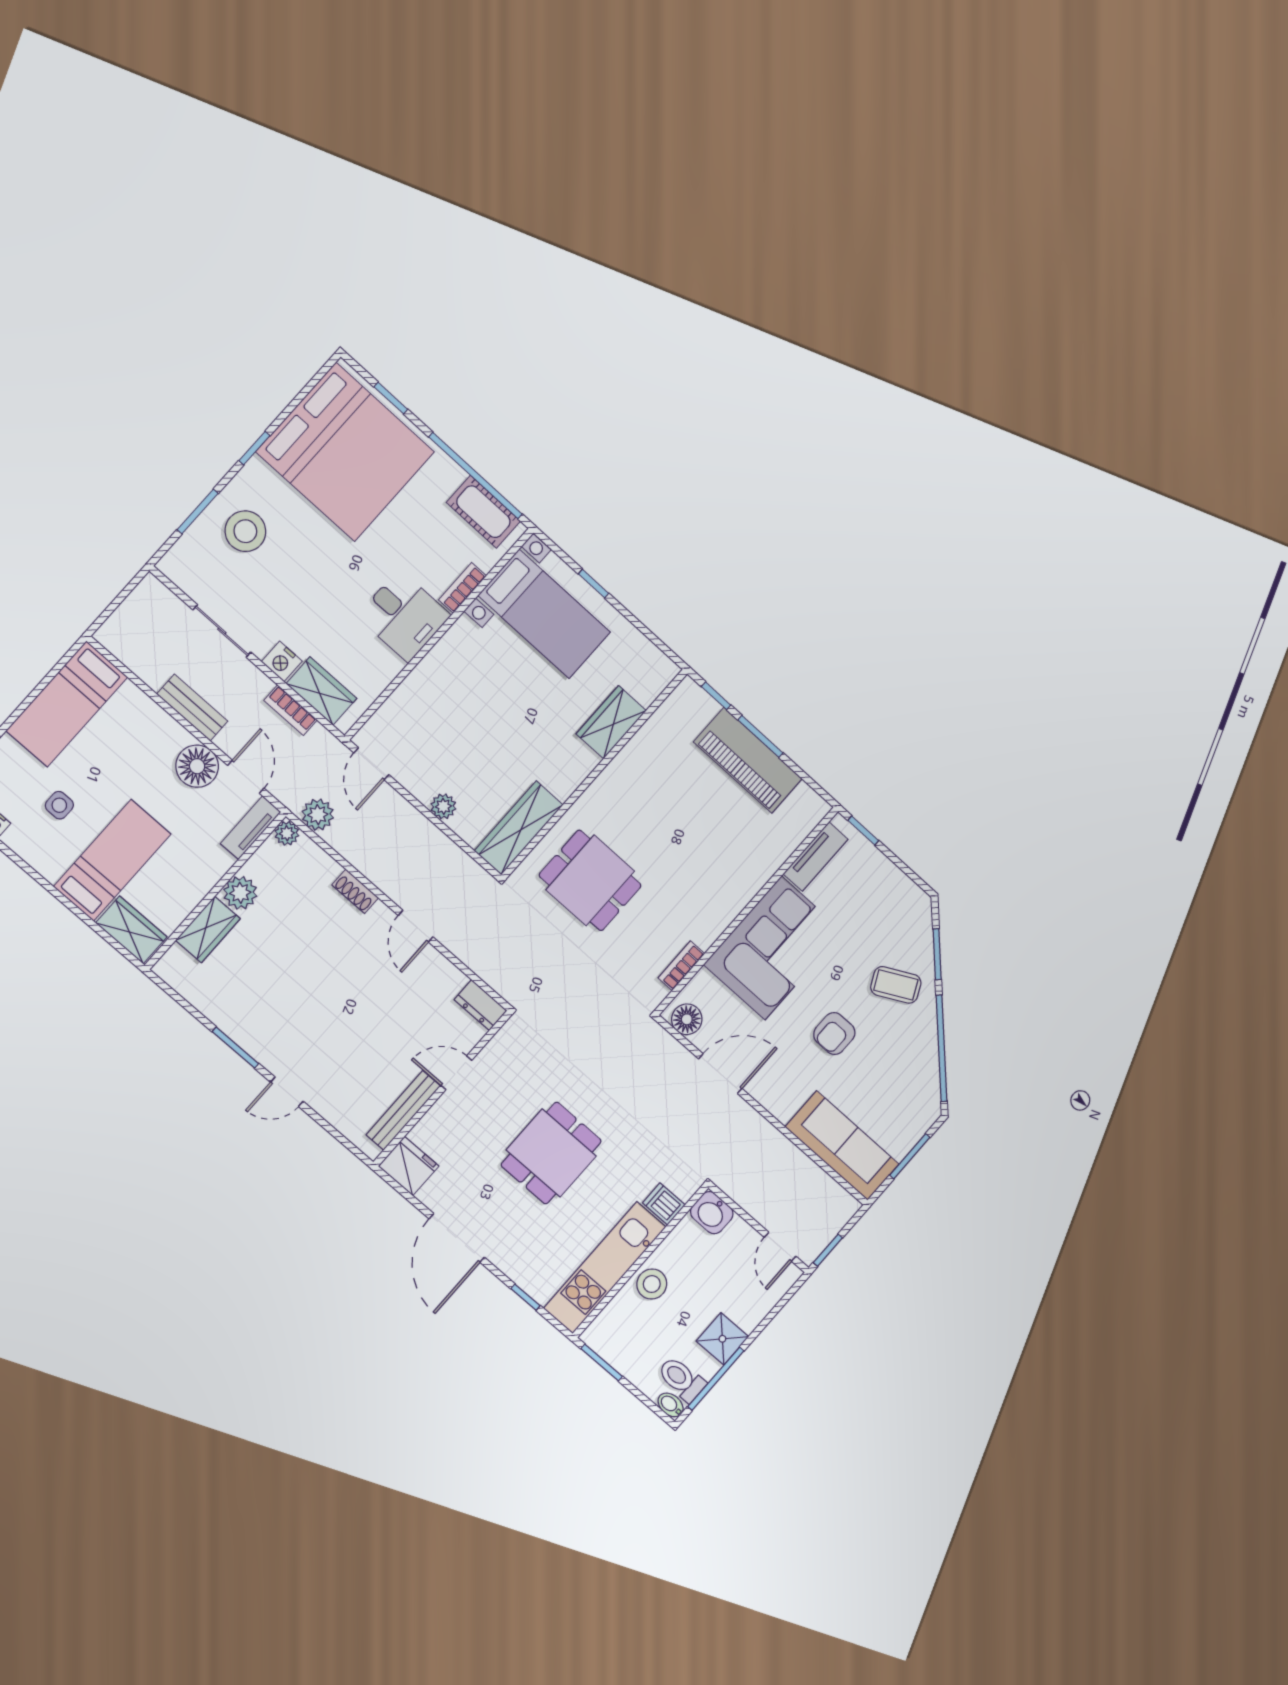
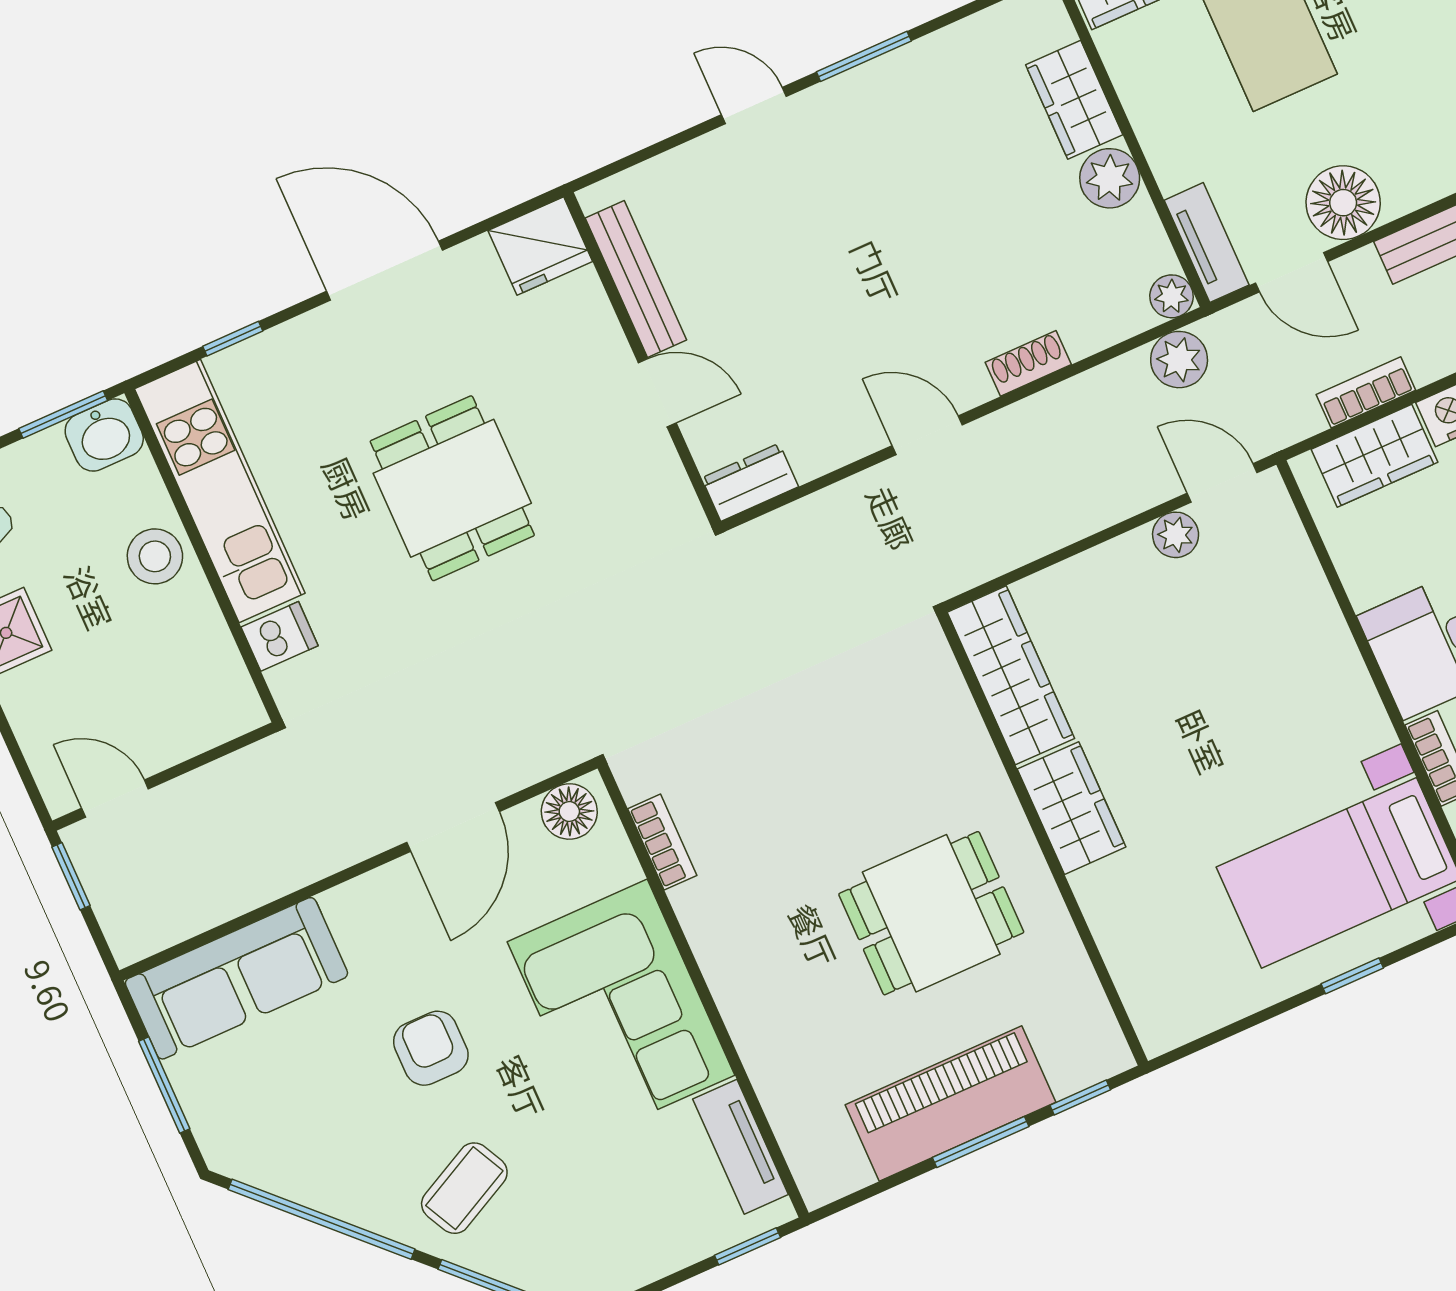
wardrobe: (611, 722) -> (1072, 808), moved
plant: (443, 806) -> (1176, 535), moved
dining table: (590, 880) -> (931, 913), moved
door: (456, 1073) -> (657, 393), hinge flipped
door: (287, 1092) -> (754, 105), hinge flipped
washbasin: (712, 1213) -> (104, 435), moved, turned 180

